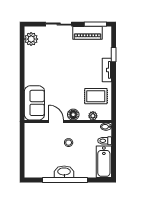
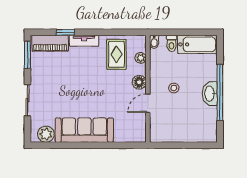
piano: (87, 33) -> (50, 43), moved, turned 90
sofa: (34, 103) -> (84, 130), moved, width x1.36

